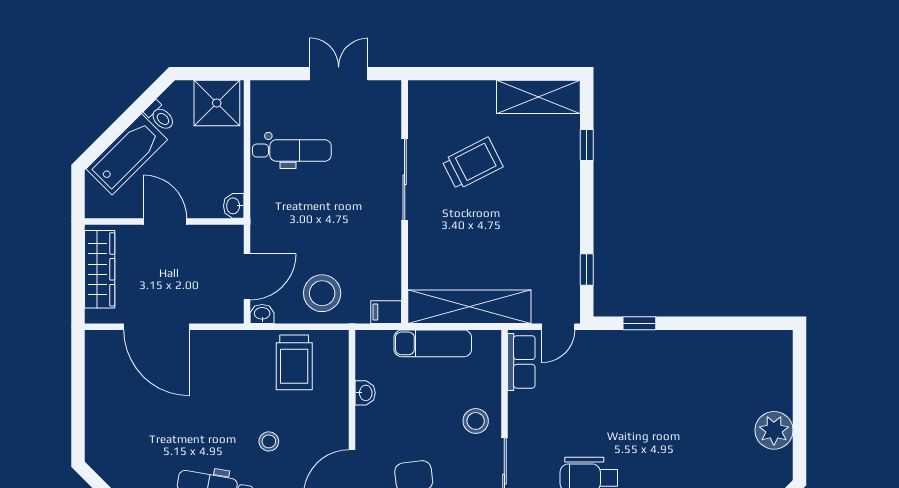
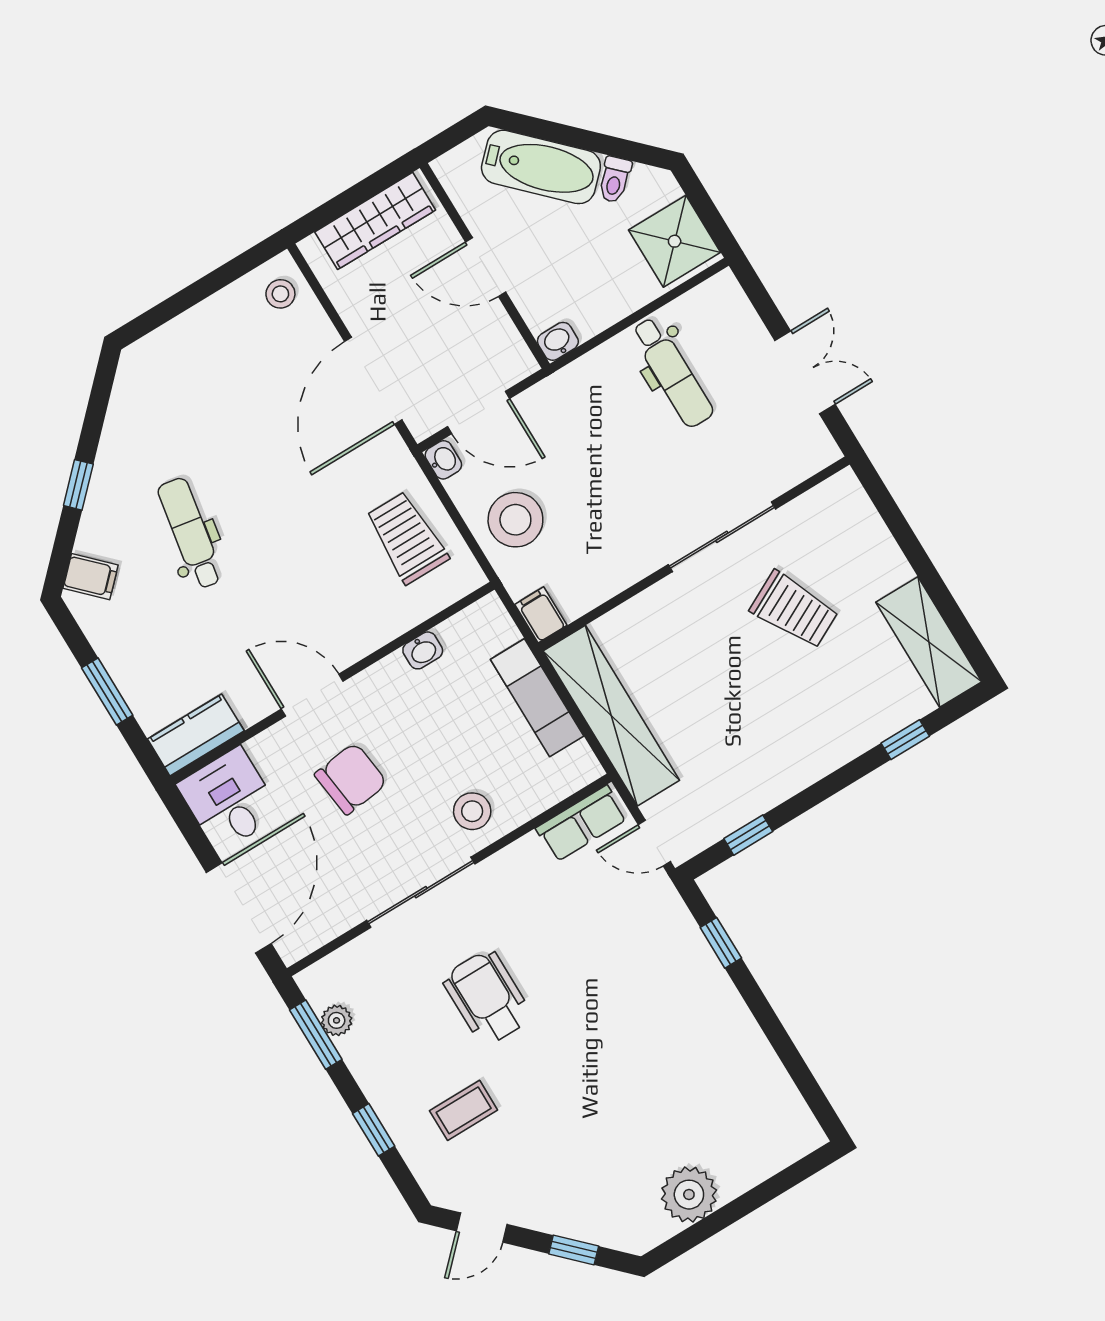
door: (165, 222) -> (486, 267), swing flipped
door: (156, 327) -> (373, 381), moved
trolley: (294, 362) -> (407, 538), turned 90
stool: (269, 441) -> (280, 294), moved

